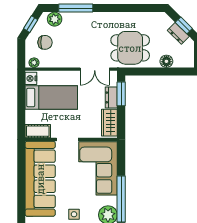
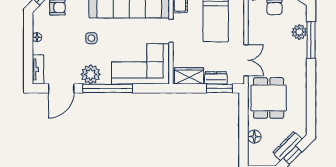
plant: (55, 19) -> (299, 32), moved
dresser: (178, 33) -> (287, 146), width x1.44
double door: (95, 69) -> (246, 60), swing flipped

